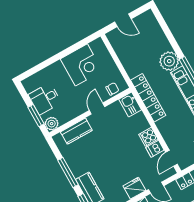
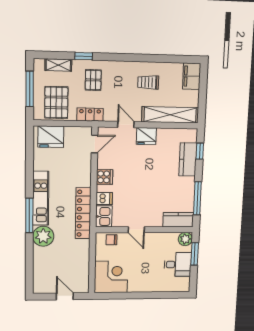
corner desk: (81, 65) -> (111, 277), moved, turned 90
door: (97, 108) -> (136, 230), hinge flipped
kitchen counter: (76, 131) -> (178, 220), moved
dishwasher: (155, 149) -> (104, 198), moved
window: (68, 172) -> (197, 198), moved

